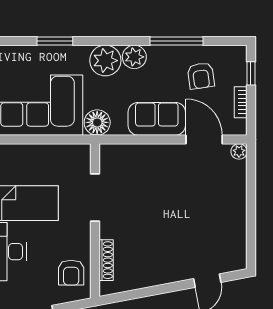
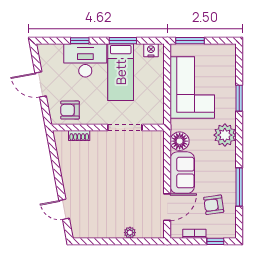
plant: (134, 57) -> (227, 156), removed
floor lamp: (97, 122) -> (180, 141), moved
plant: (239, 151) -> (130, 233), moved
shoe rack: (106, 260) -> (79, 136), width x0.70

